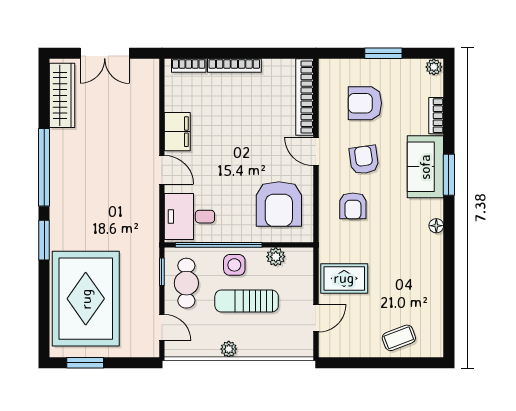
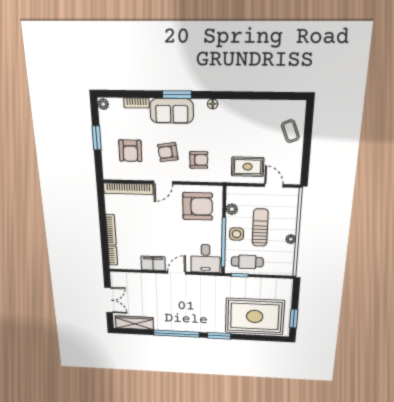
rug: (344, 278) -> (248, 167), turned 90
sun lounger: (247, 301) -> (260, 228), turned 180
door: (162, 328) -> (275, 277), removed

